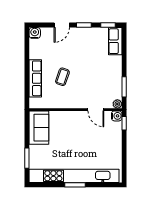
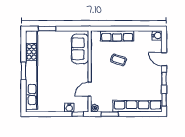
row of seats: (115, 41) -> (137, 106), width x2.02
water cooler: (117, 116) -> (69, 108), moved
sofa: (39, 128) -> (80, 49), moved, turned 90

